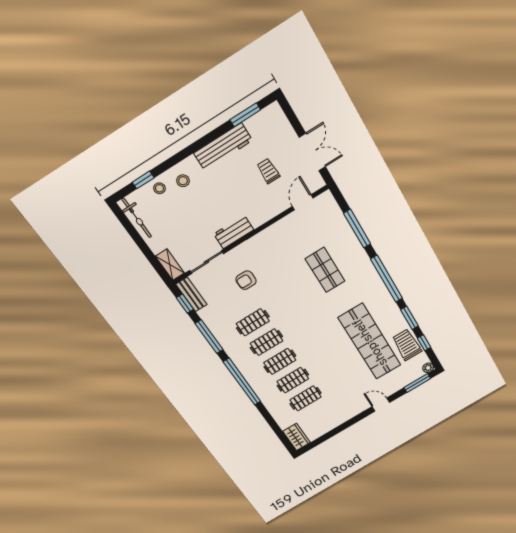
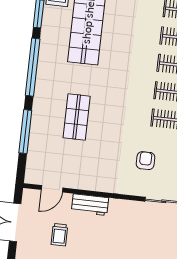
workbench: (234, 232) -> (90, 205), moved
armchair: (246, 280) -> (146, 161), turned -90

